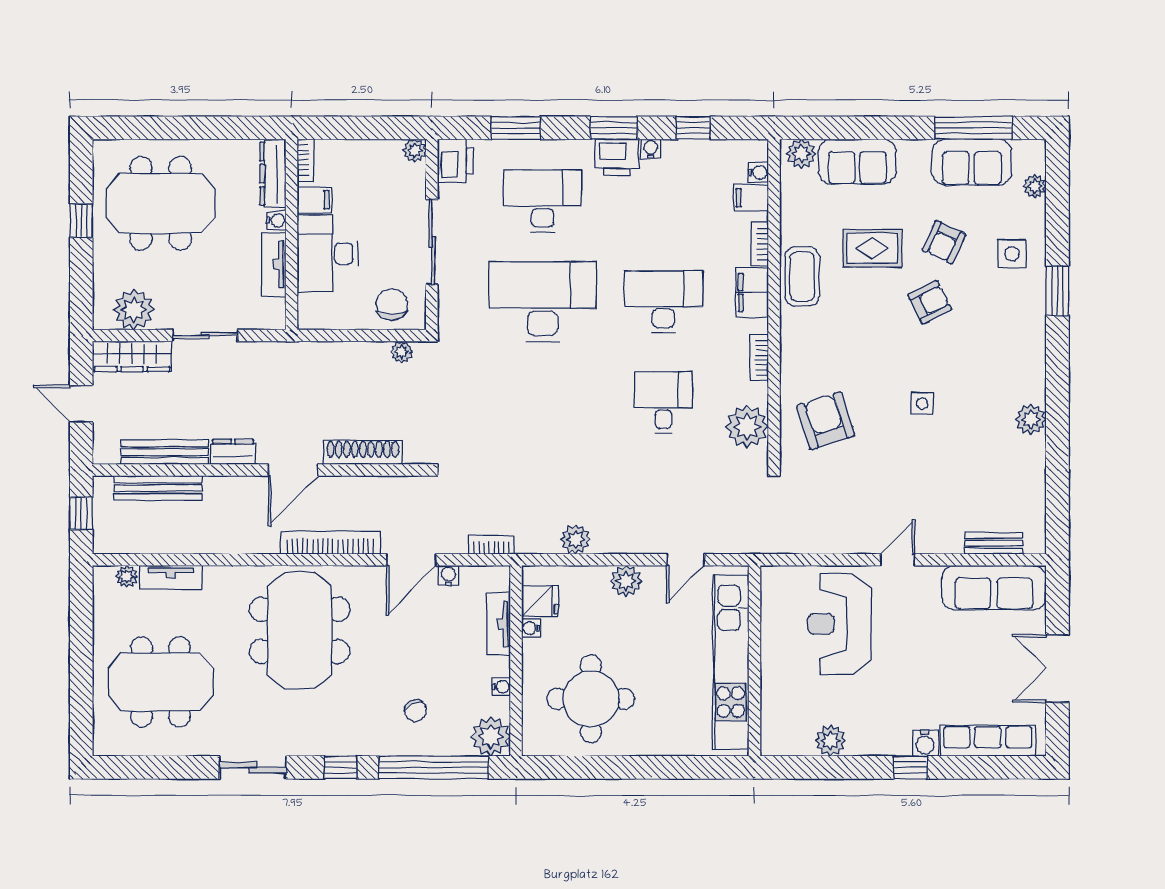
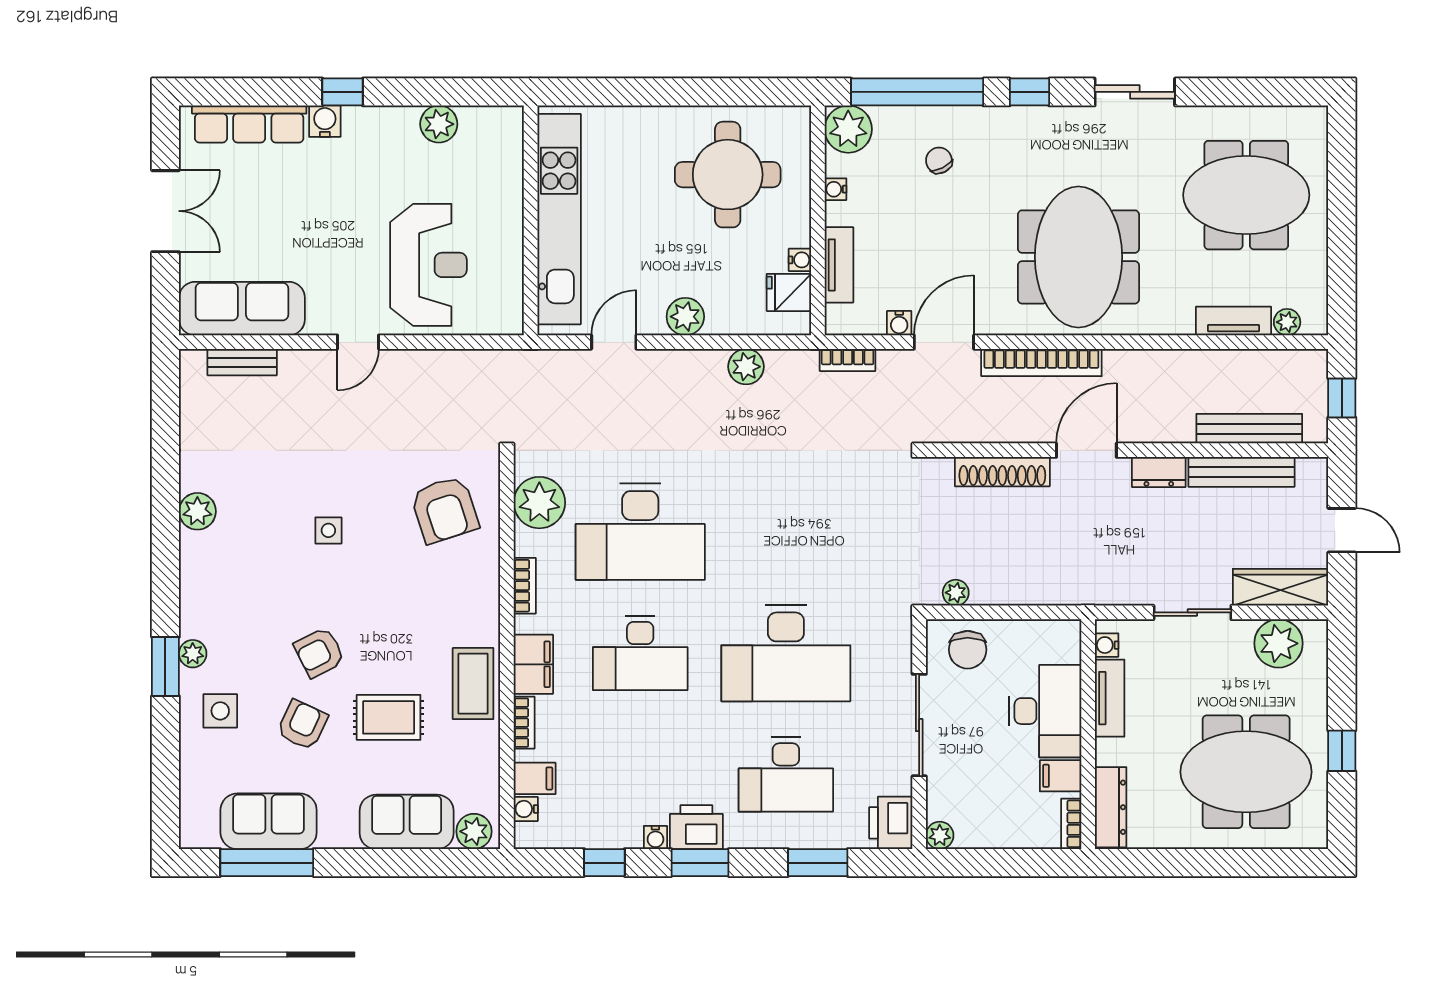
plant: (1035, 186) -> (193, 654), moved
water cooler: (276, 220) -> (1107, 645), moved
desk: (663, 403) -> (640, 532), width x1.87, depth x1.30

